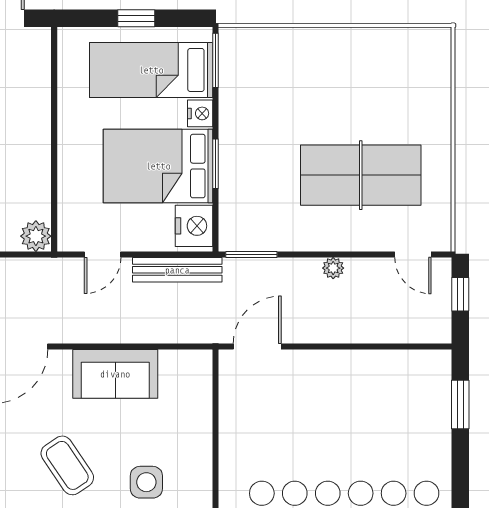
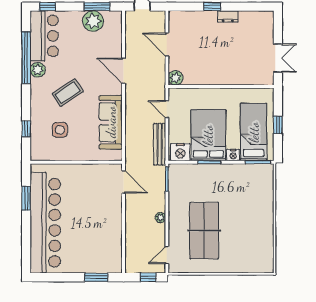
sofa: (115, 374) -> (111, 122), width x1.36

